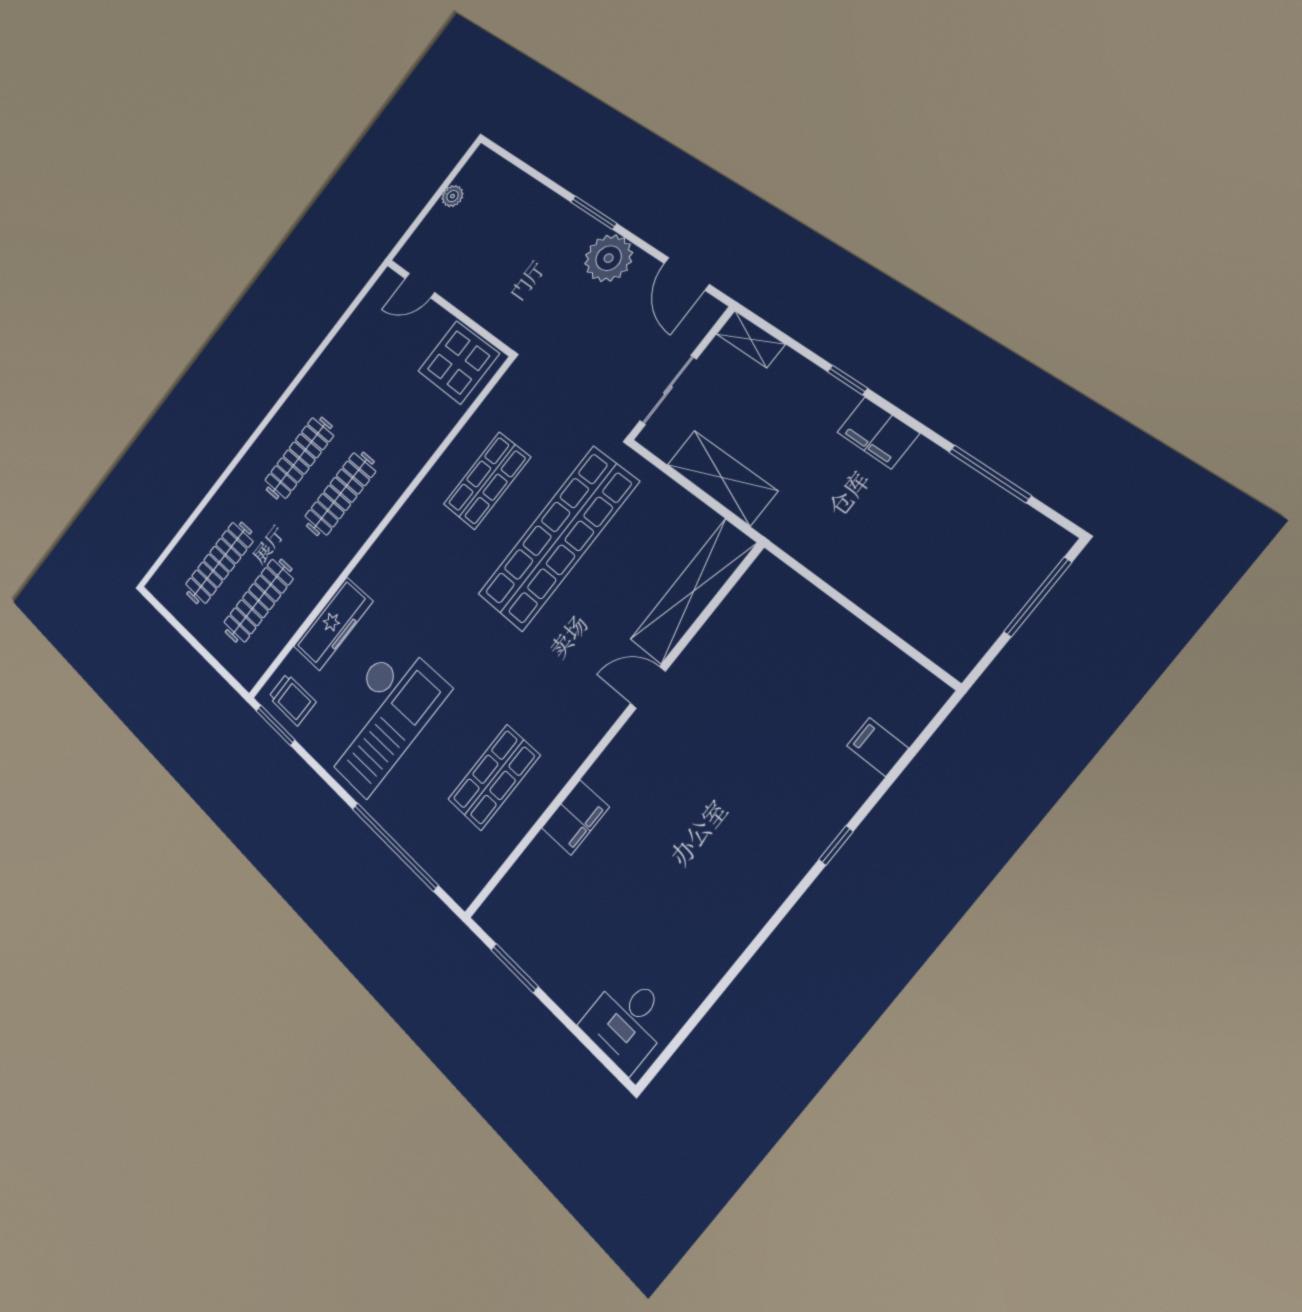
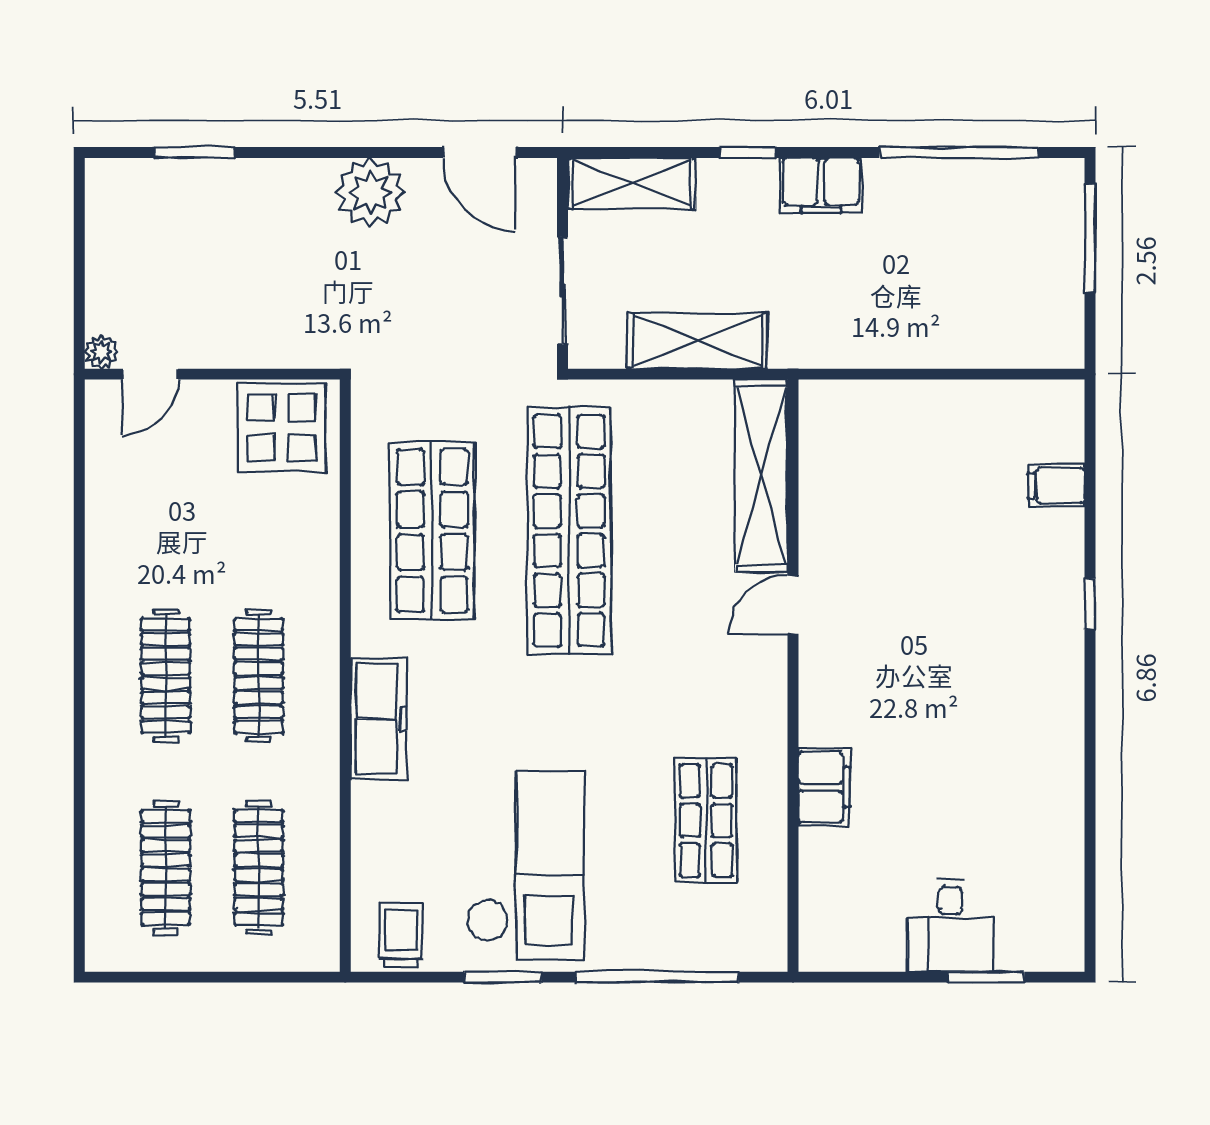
plant: (452, 196) -> (101, 352), moved
window: (594, 213) -> (194, 152), moved
shelving: (751, 339) -> (632, 183), width x1.50, depth x1.33
window: (990, 474) -> (959, 152), width x1.46
shop shelf: (487, 481) -> (432, 531), width x1.43, depth x1.36
freezer: (333, 624) -> (379, 719), moved
trolley: (292, 700) -> (401, 935), turned -90
window: (275, 725) -> (503, 977), moved
window: (515, 968) -> (986, 977), moved
desk: (627, 1022) -> (950, 925), moved

